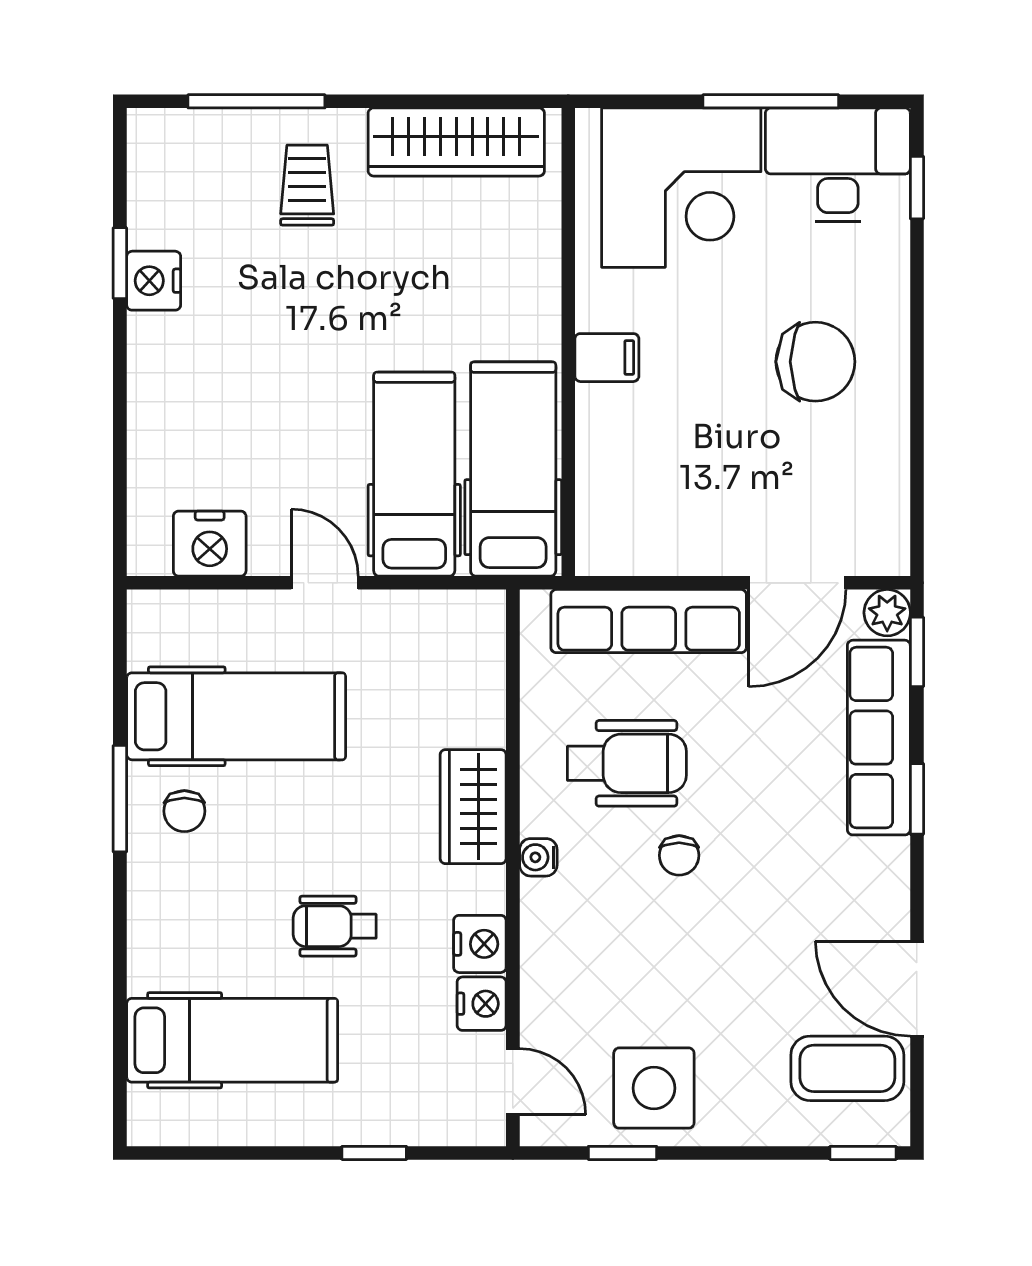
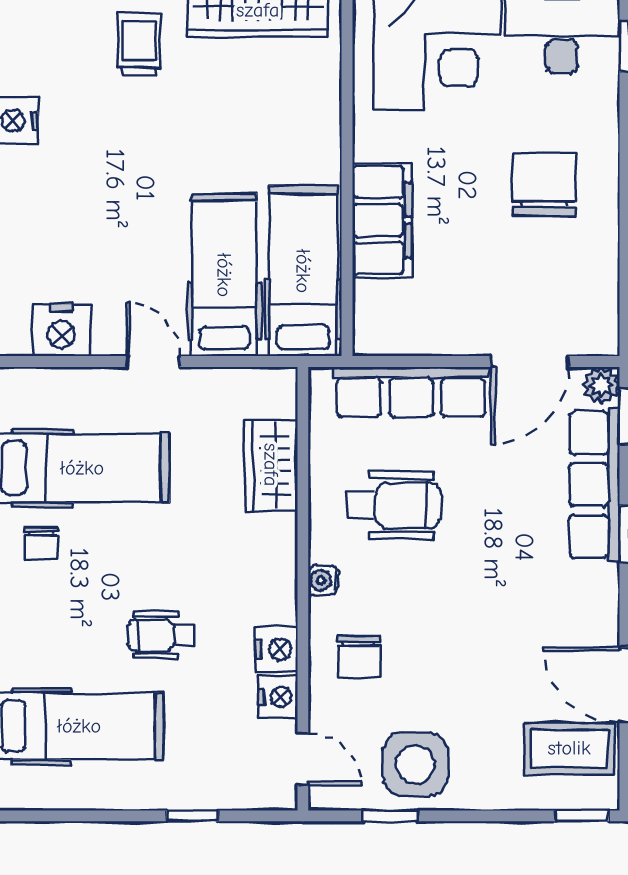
filing cabinet: (607, 358) -> (382, 220), width x3.00, depth x1.17
chair: (815, 362) -> (544, 185), turned -90
wardrobe: (473, 807) -> (271, 465), moved
chair: (679, 855) -> (359, 657), moved, width x1.37, depth x1.37

